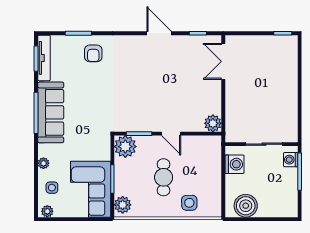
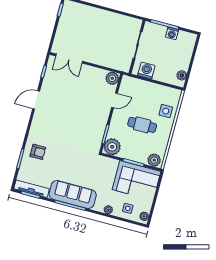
door: (171, 134) -> (114, 100), moved
washing machine: (291, 160) -> (172, 33), moved
boiler: (246, 206) -> (182, 75), width x0.54, depth x0.54

